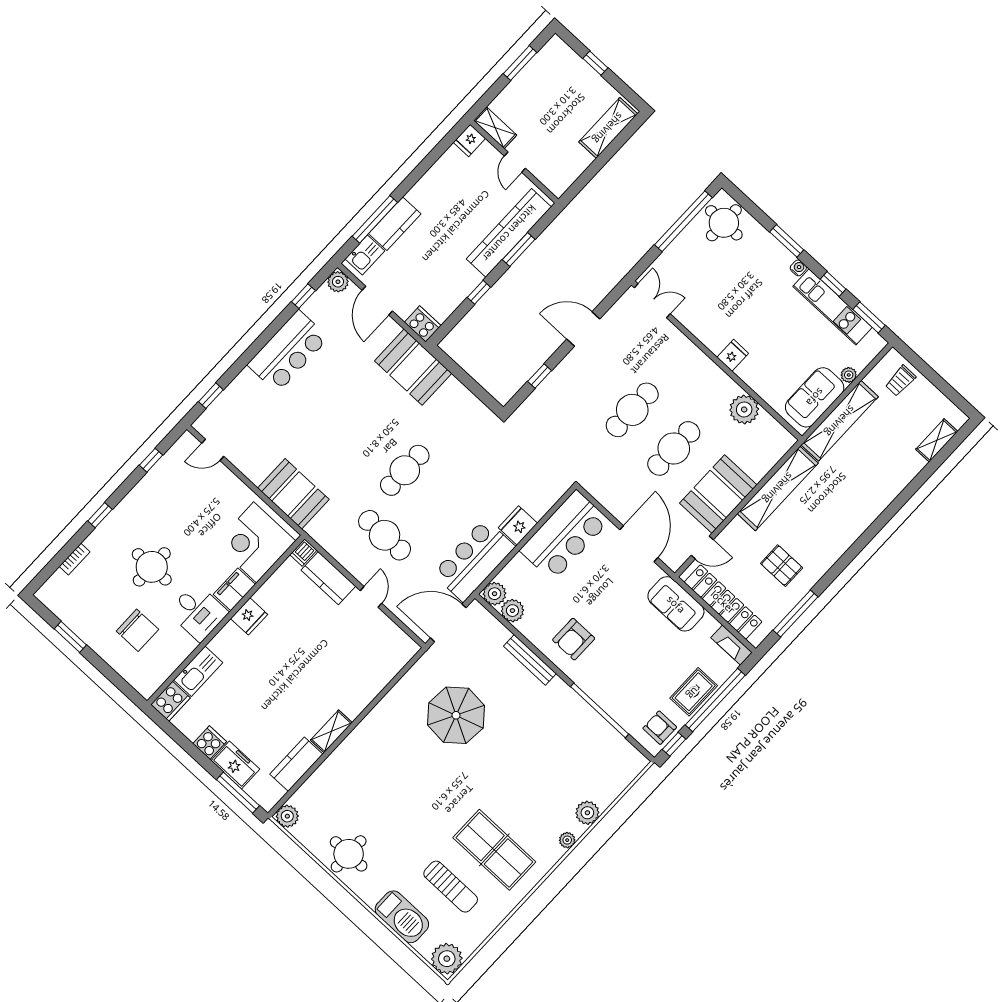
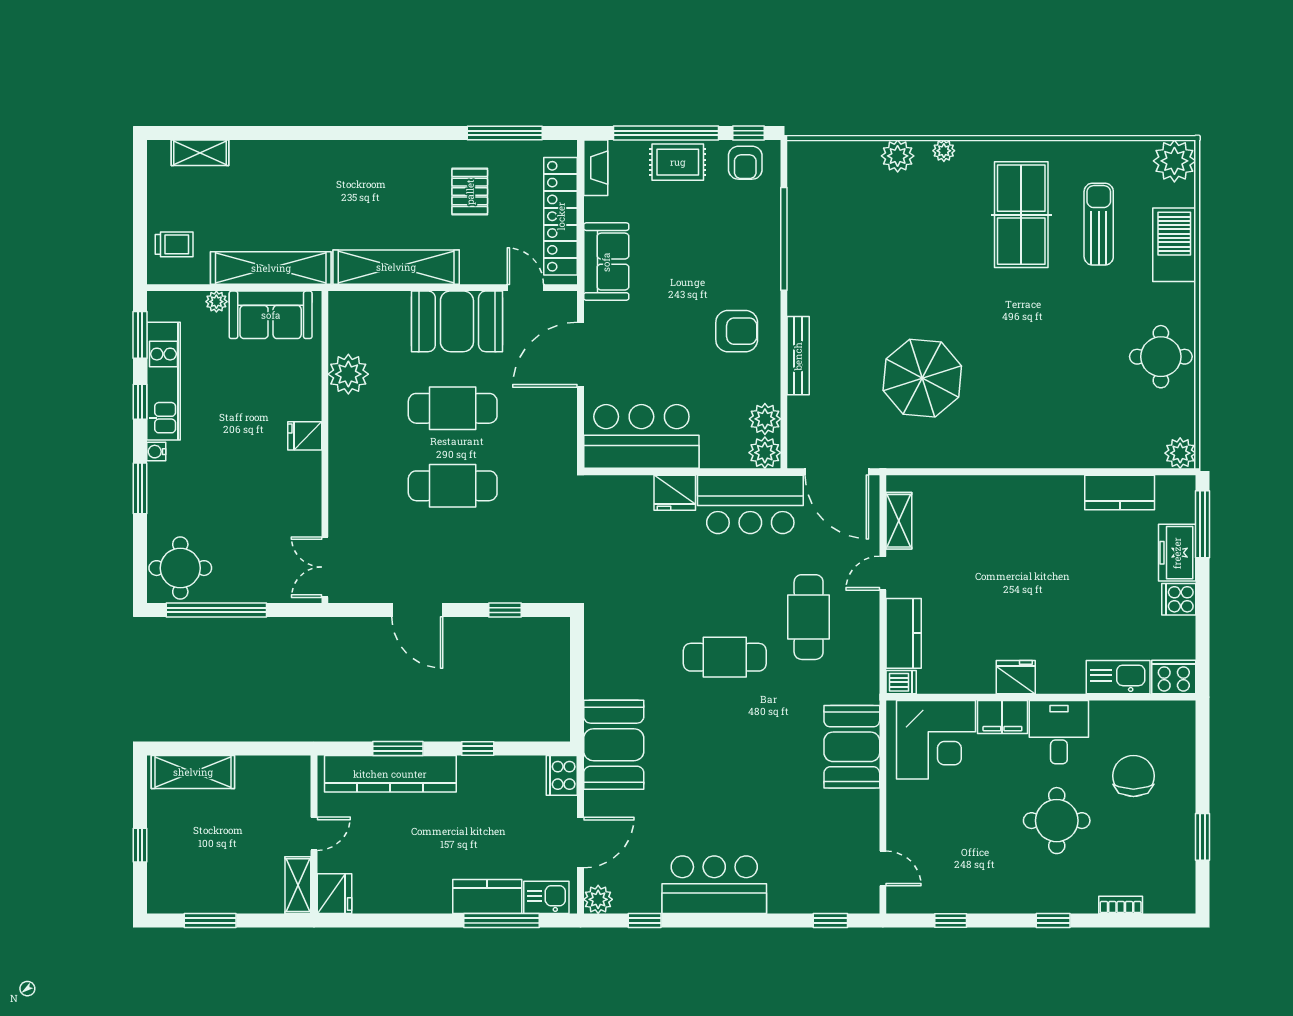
fridge: (469, 140) -> (334, 894), width x1.38
shelving: (331, 731) -> (899, 521), moved, turned 90

